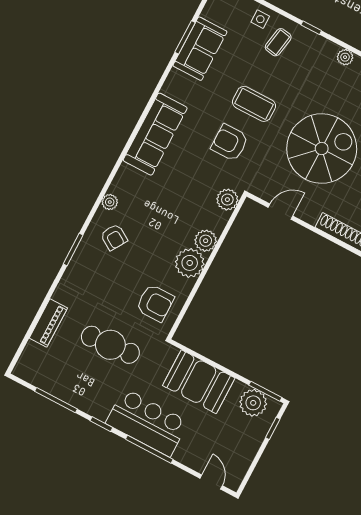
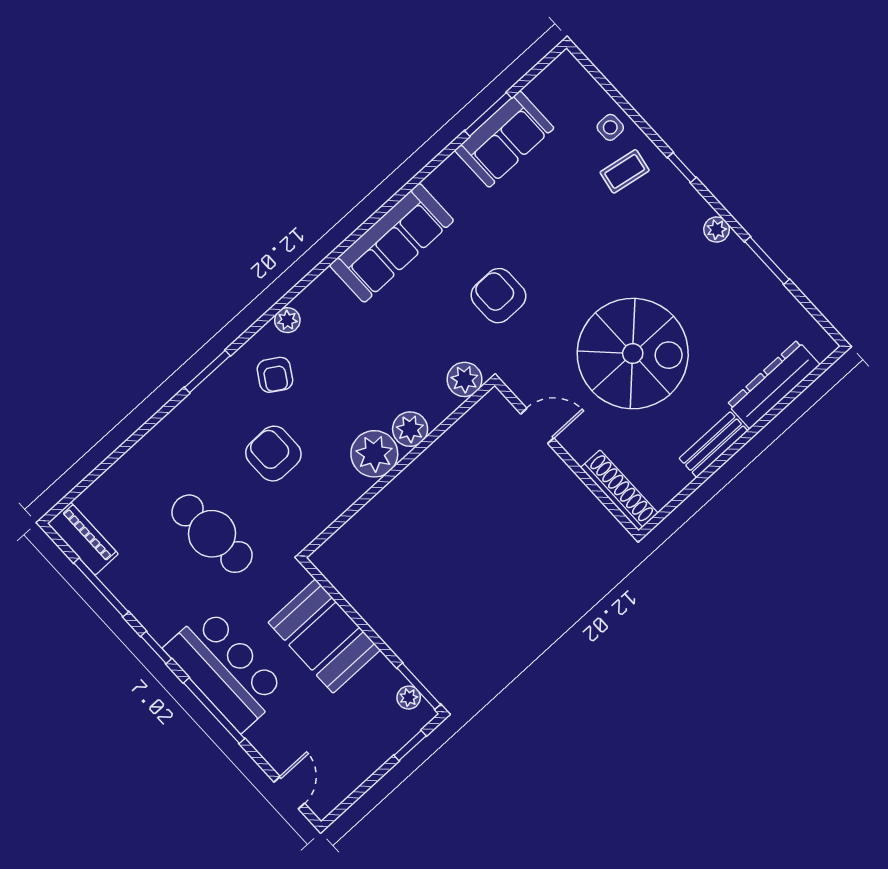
coffee table: (254, 104) -> (555, 251), removed
armchair: (155, 303) -> (273, 454), moved, turned 180
piano: (48, 323) -> (83, 539), moved, turned -90
plant: (253, 403) -> (409, 698), width x0.53, depth x0.53

